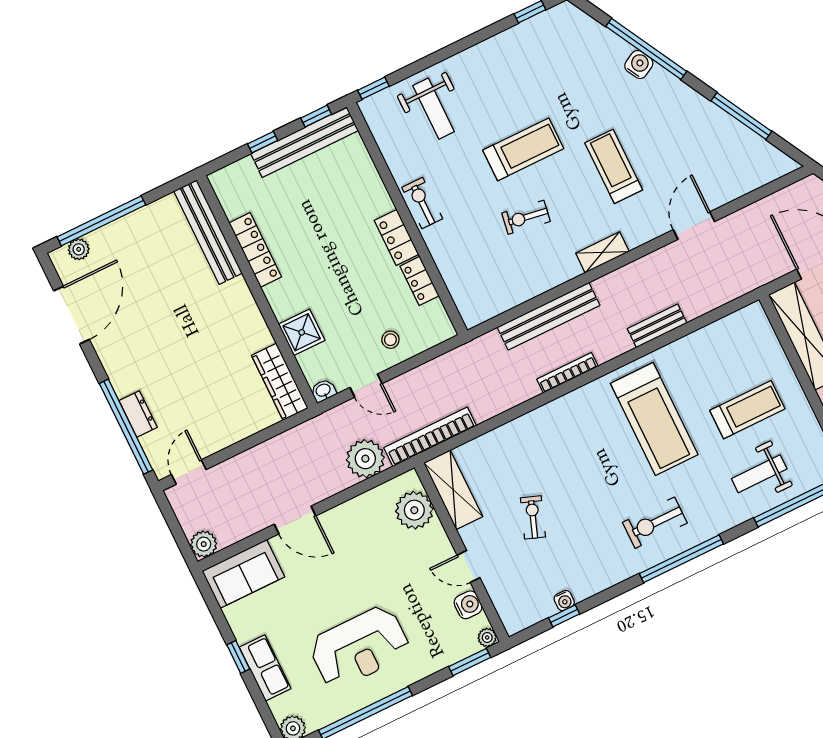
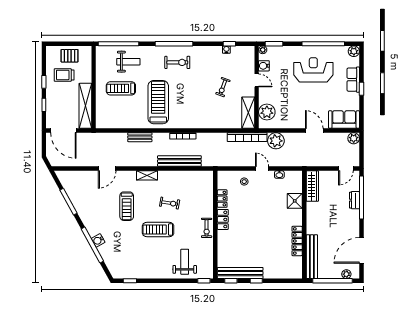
bench: (208, 232) -> (312, 257), moved
locker: (255, 250) -> (297, 241), moved
wall: (257, 292) -> (304, 225), moved
shower: (302, 332) -> (295, 201), moved
wardrobe: (280, 382) -> (312, 186), moved

